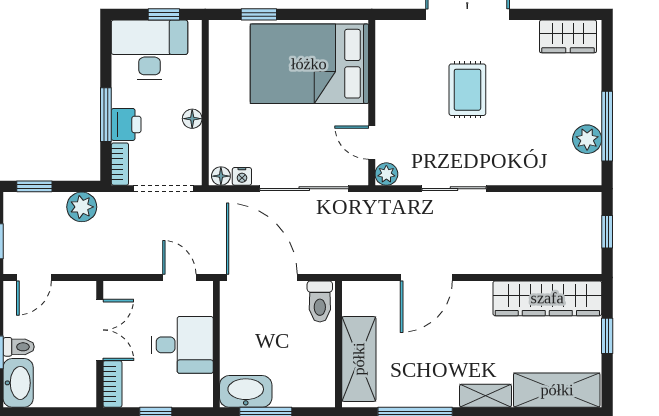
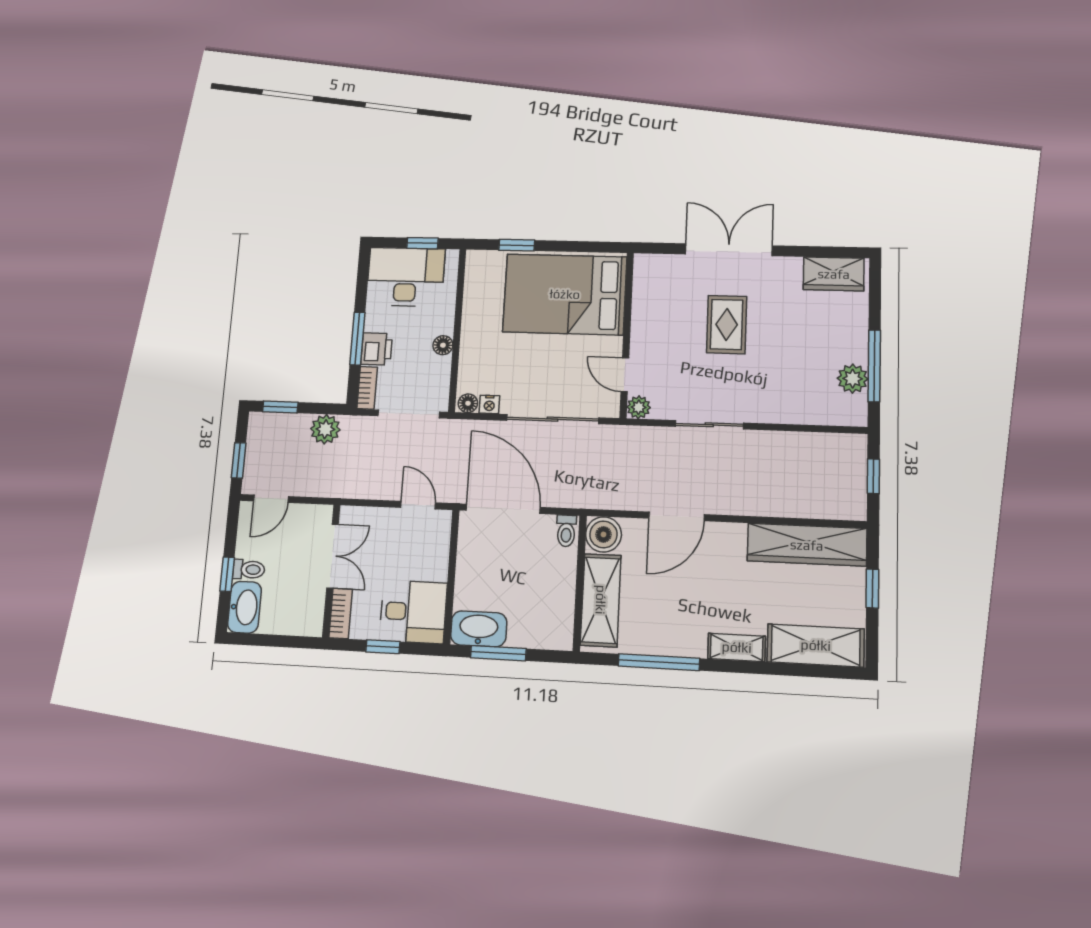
boiler: (359, 298) -> (603, 534), added
toilet: (320, 301) -> (566, 531), width x0.73, depth x0.72
desk: (182, 345) -> (413, 612), moved

